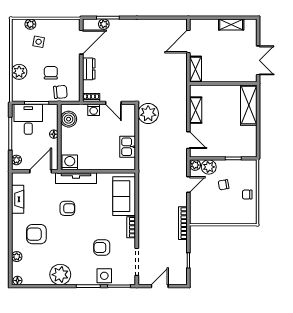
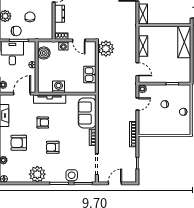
chair: (60, 92) -> (16, 31), moved
washing machine: (70, 162) -> (59, 87), moved
plant: (209, 167) -> (153, 90), removed
armchair: (102, 247) -> (53, 147), moved

